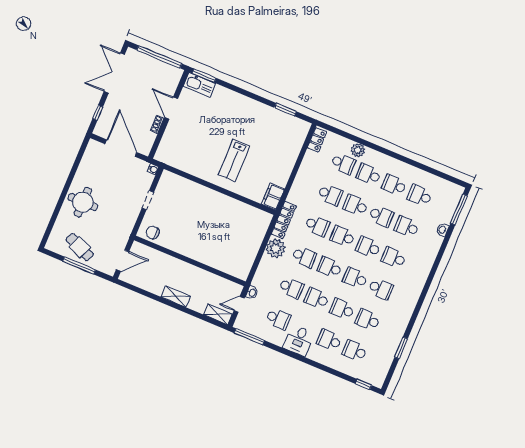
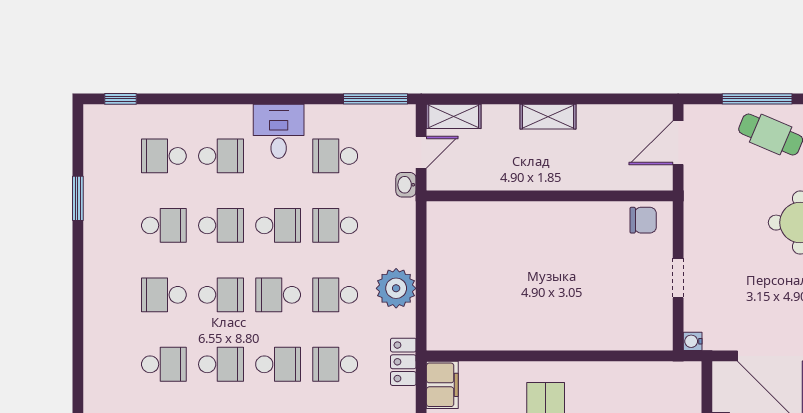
locker: (284, 220) -> (403, 362), width x0.66
school desk: (330, 267) -> (278, 295), turned 180
school desk: (355, 351) -> (164, 156), turned 180

